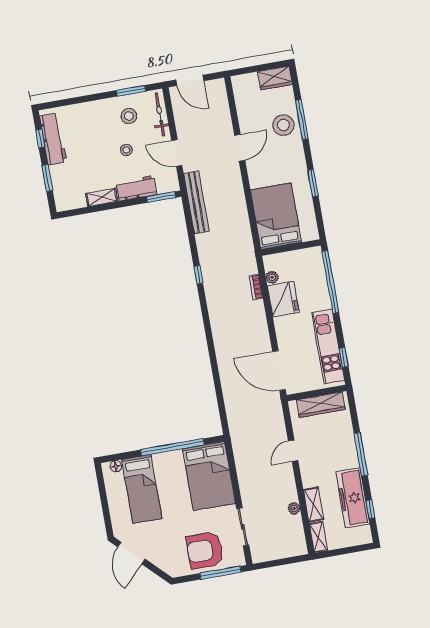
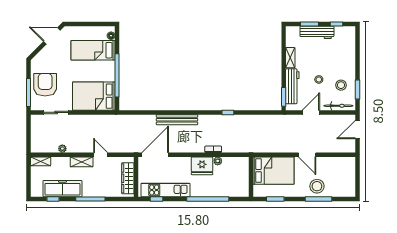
wardrobe: (275, 78) -> (349, 186), removed
workbench: (53, 139) -> (317, 32), moved
workbench: (136, 188) -> (292, 86), width x1.38
bench: (196, 202) -> (177, 120), moved
bed: (276, 216) -> (273, 171), moved
wall: (291, 248) -> (251, 177), moved
shelving: (313, 505) -> (82, 162), moved

